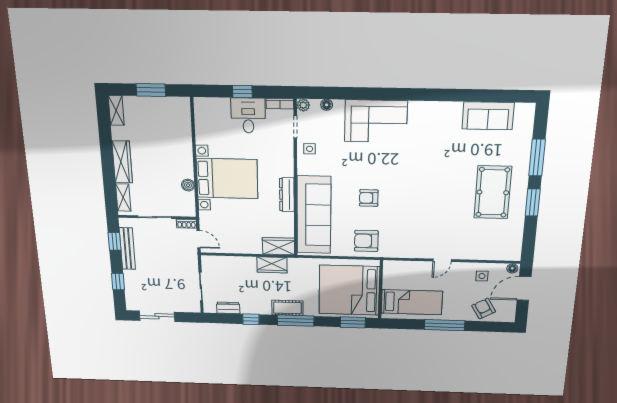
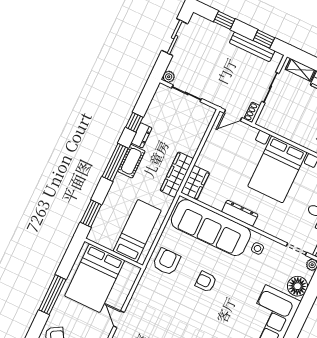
floor lamp: (327, 105) -> (297, 286), width x1.89, depth x1.89
side table: (310, 149) -> (257, 248), moved
boiler: (188, 185) -> (286, 132), removed
armchair: (369, 198) -> (206, 282), turned -90
wardrobe: (272, 265) -> (177, 175), width x1.50
bed: (349, 290) -> (137, 231), width x0.49
bed: (412, 302) -> (95, 278), width x1.50
plant: (195, 307) -> (169, 77), added
dresser: (228, 308) -> (141, 135), moved

